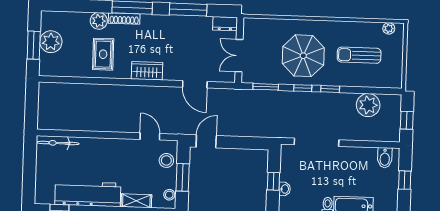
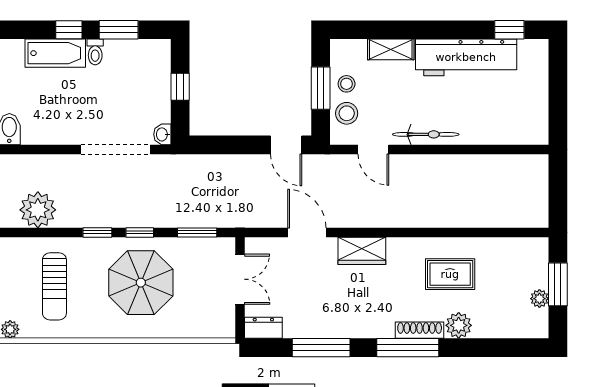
plant: (51, 42) -> (539, 299), width x0.53, depth x0.53
rug: (103, 54) -> (450, 274), turned 90
sun lounger: (359, 55) -> (54, 286), turned 90
wardrobe: (147, 71) -> (362, 251), moved
door: (206, 141) -> (286, 145), hinge flipped
bicycle: (58, 143) -> (426, 134), moved
washbasin: (285, 189) -> (162, 134), moved
stool: (169, 195) -> (347, 84), moved

